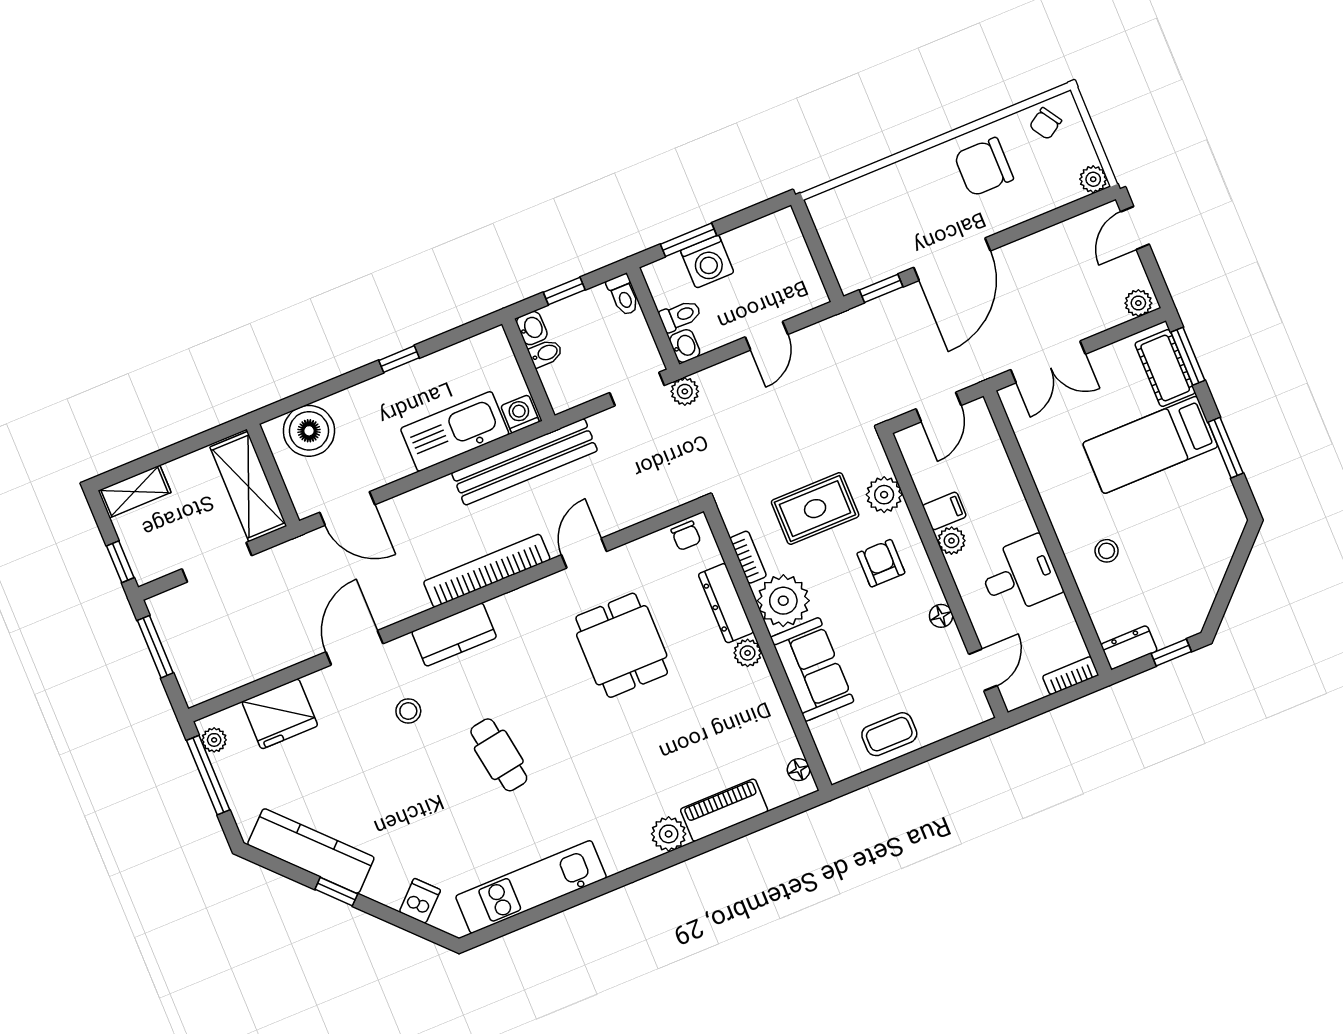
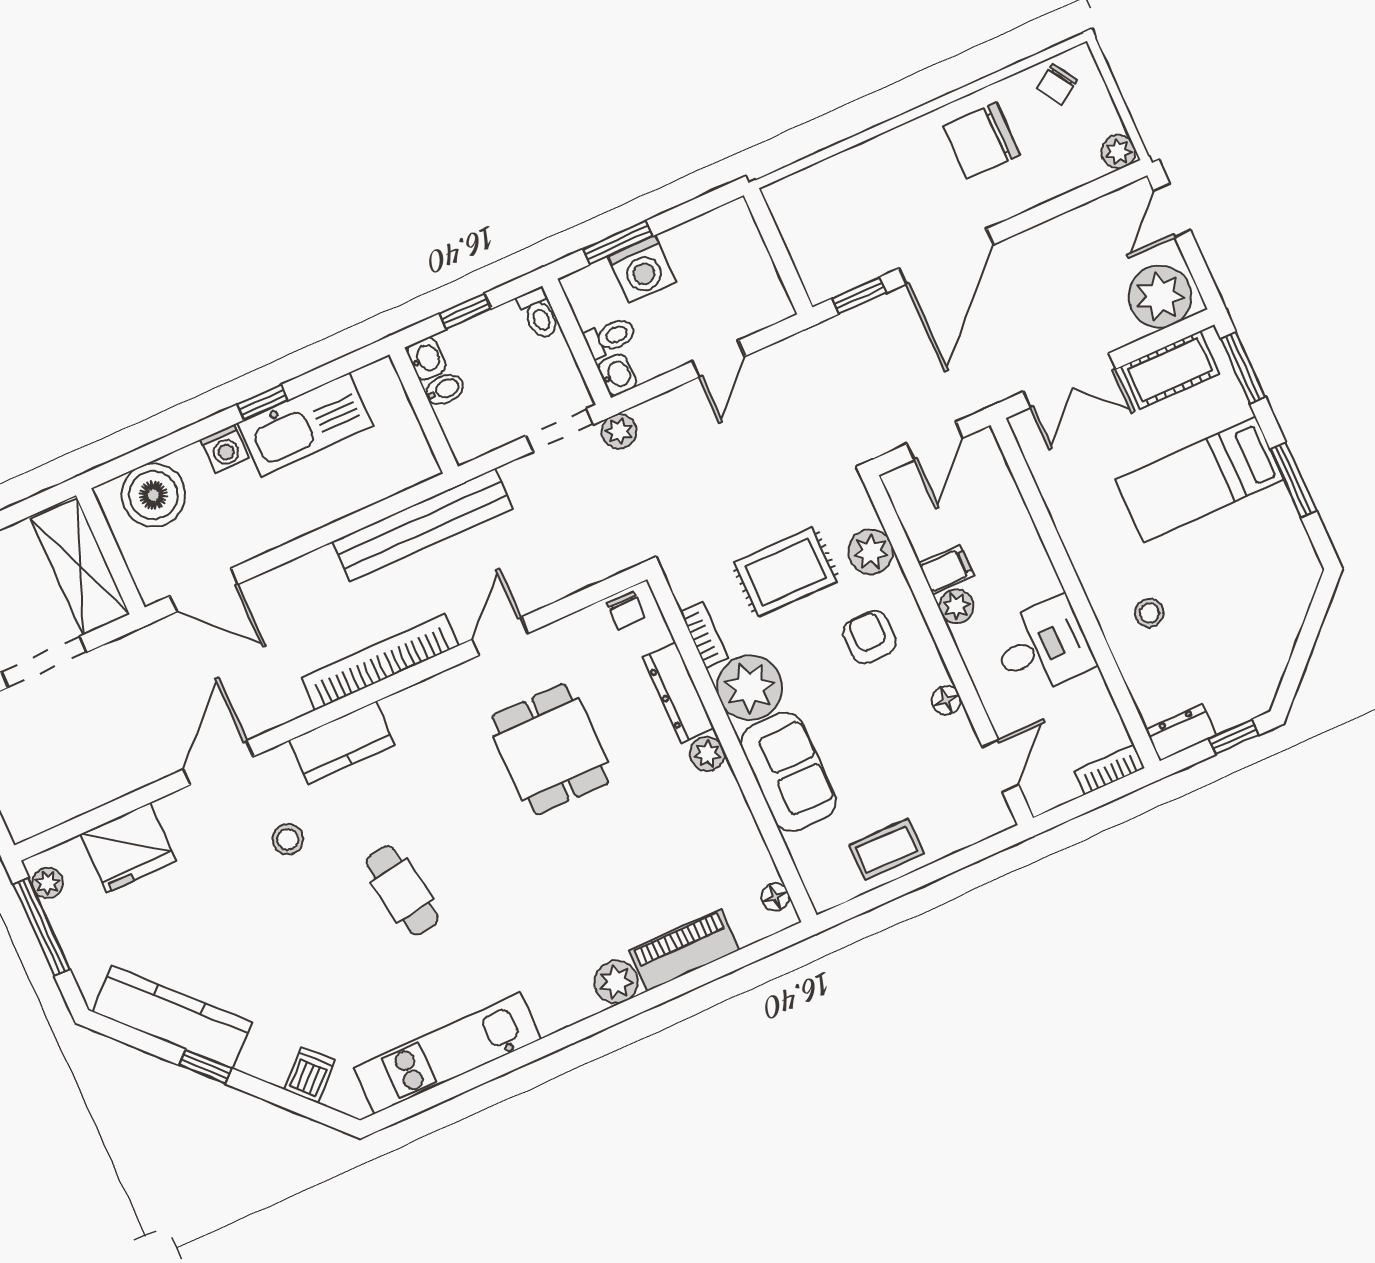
plant: (1138, 303) -> (1160, 296), width x1.87, depth x1.87
cot: (1165, 368) -> (1170, 370), moved, turned 90
washing machine: (520, 414) -> (225, 449), moved, turned 180
kitchen sink: (455, 431) -> (305, 424), moved, turned 180

